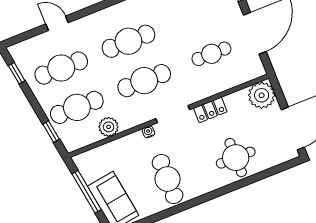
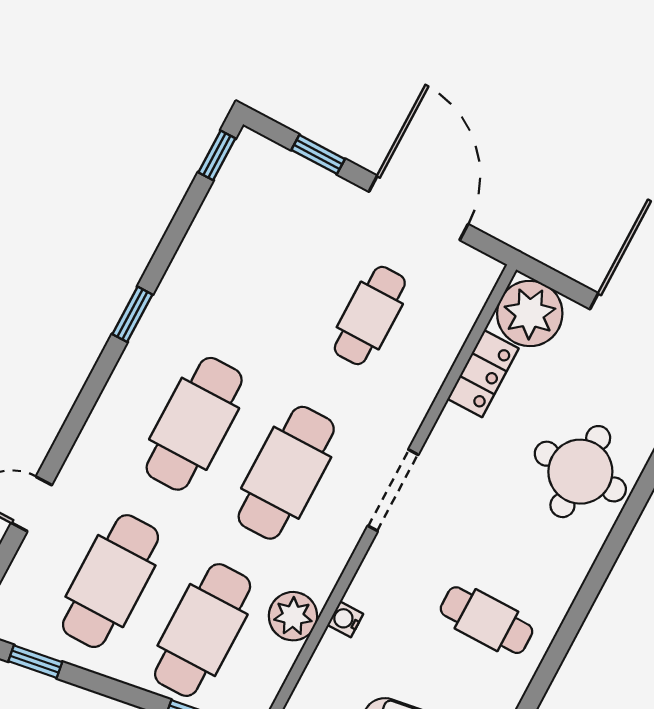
locker: (210, 110) -> (483, 374), moved
water cooler: (148, 132) -> (345, 619), moved
cafe table: (168, 179) -> (486, 620), width x0.73, depth x0.74

